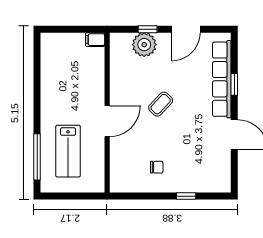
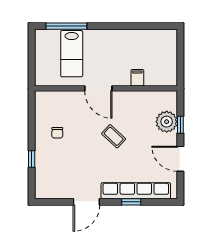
filing cabinet: (95, 40) -> (137, 78), moved
lab bench: (68, 151) -> (72, 54), turned -90

